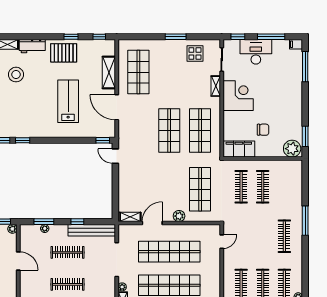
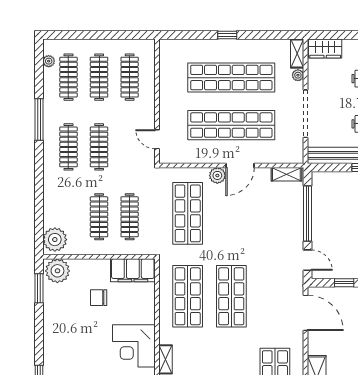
door: (117, 107) -> (306, 313), moved
window: (103, 140) -> (344, 283), moved
plant: (294, 171) -> (55, 240), added
window: (115, 189) -> (308, 213), added
window: (305, 221) -> (39, 120), moved
door: (152, 223) -> (240, 166), moved
clothes rail: (263, 236) -> (99, 147), added
door: (222, 242) -> (157, 139), hinge flipped

